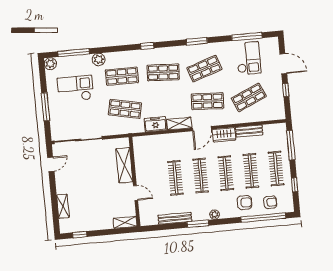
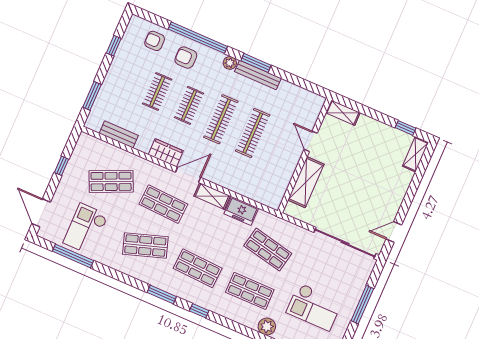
window: (197, 41) -> (162, 294), moved
door: (283, 64) -> (41, 213), moved
bench: (249, 131) -> (119, 134), moved
window: (291, 145) -> (92, 96), width x0.69
clothes rail: (276, 169) -> (125, 78), removed
clothes rail: (251, 171) -> (157, 92), width x0.73
clothes rail: (226, 173) -> (189, 105), width x0.73
shelving: (63, 206) -> (415, 154), moved
bench: (175, 218) -> (258, 75), moved
window: (263, 218) -> (198, 38), moved

